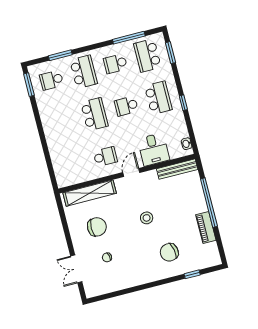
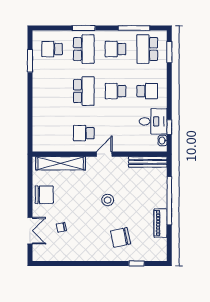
window: (60, 55) -> (84, 28), moved
window: (29, 85) -> (30, 61), moved
school desk: (158, 98) -> (147, 91), width x0.54
window: (183, 103) -> (169, 127), moved
desk: (153, 149) -> (153, 121), moved, turned -90
school desk: (105, 157) -> (84, 133), turned 180
chair: (97, 227) -> (44, 195), moved
double door: (76, 269) -> (30, 231), swing flipped

